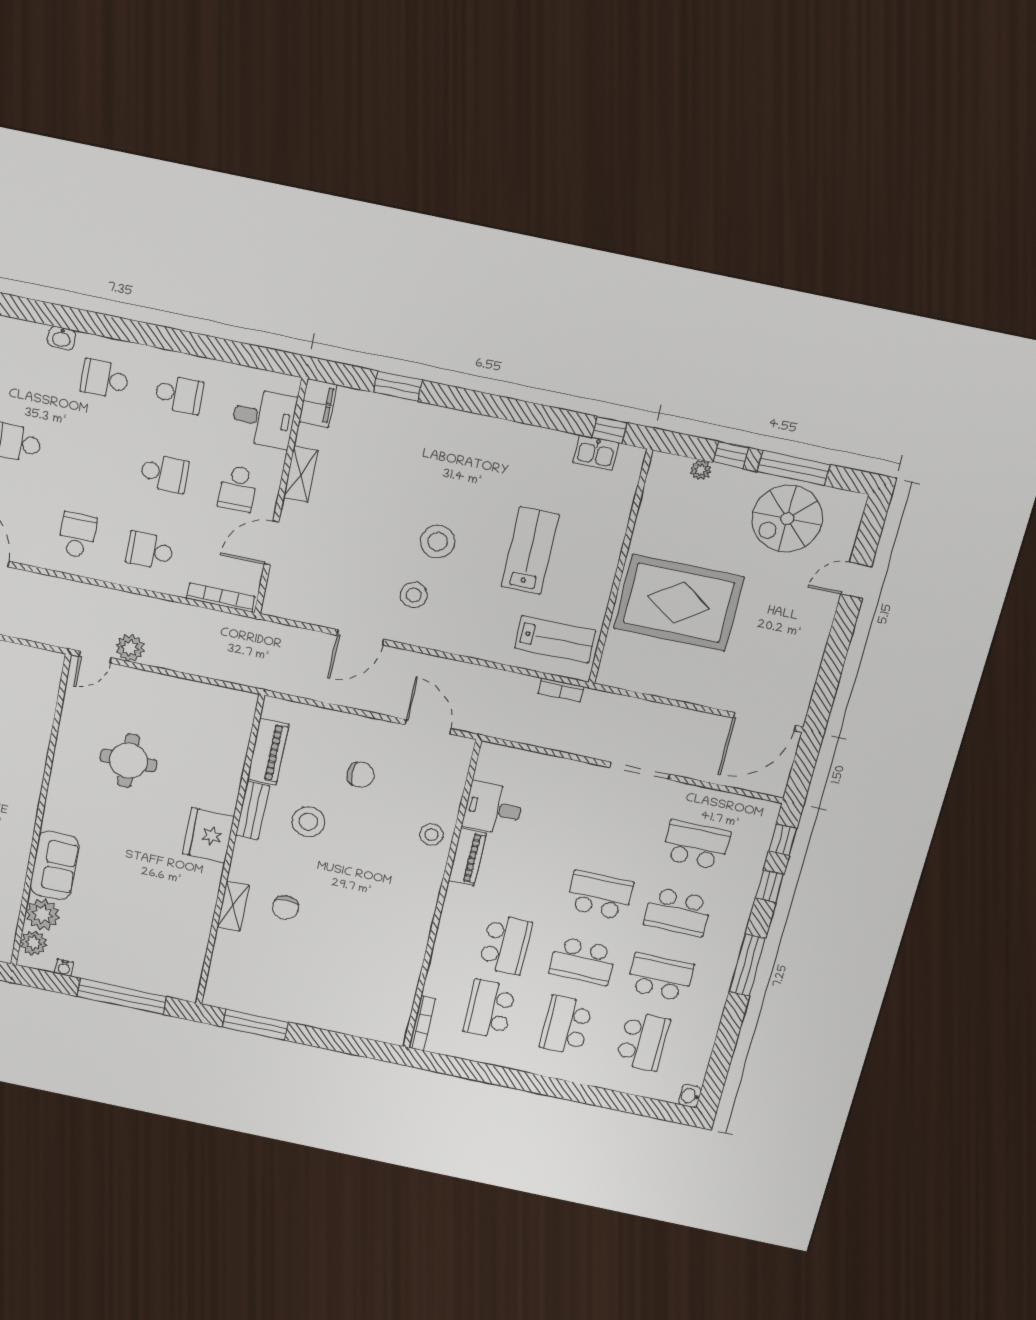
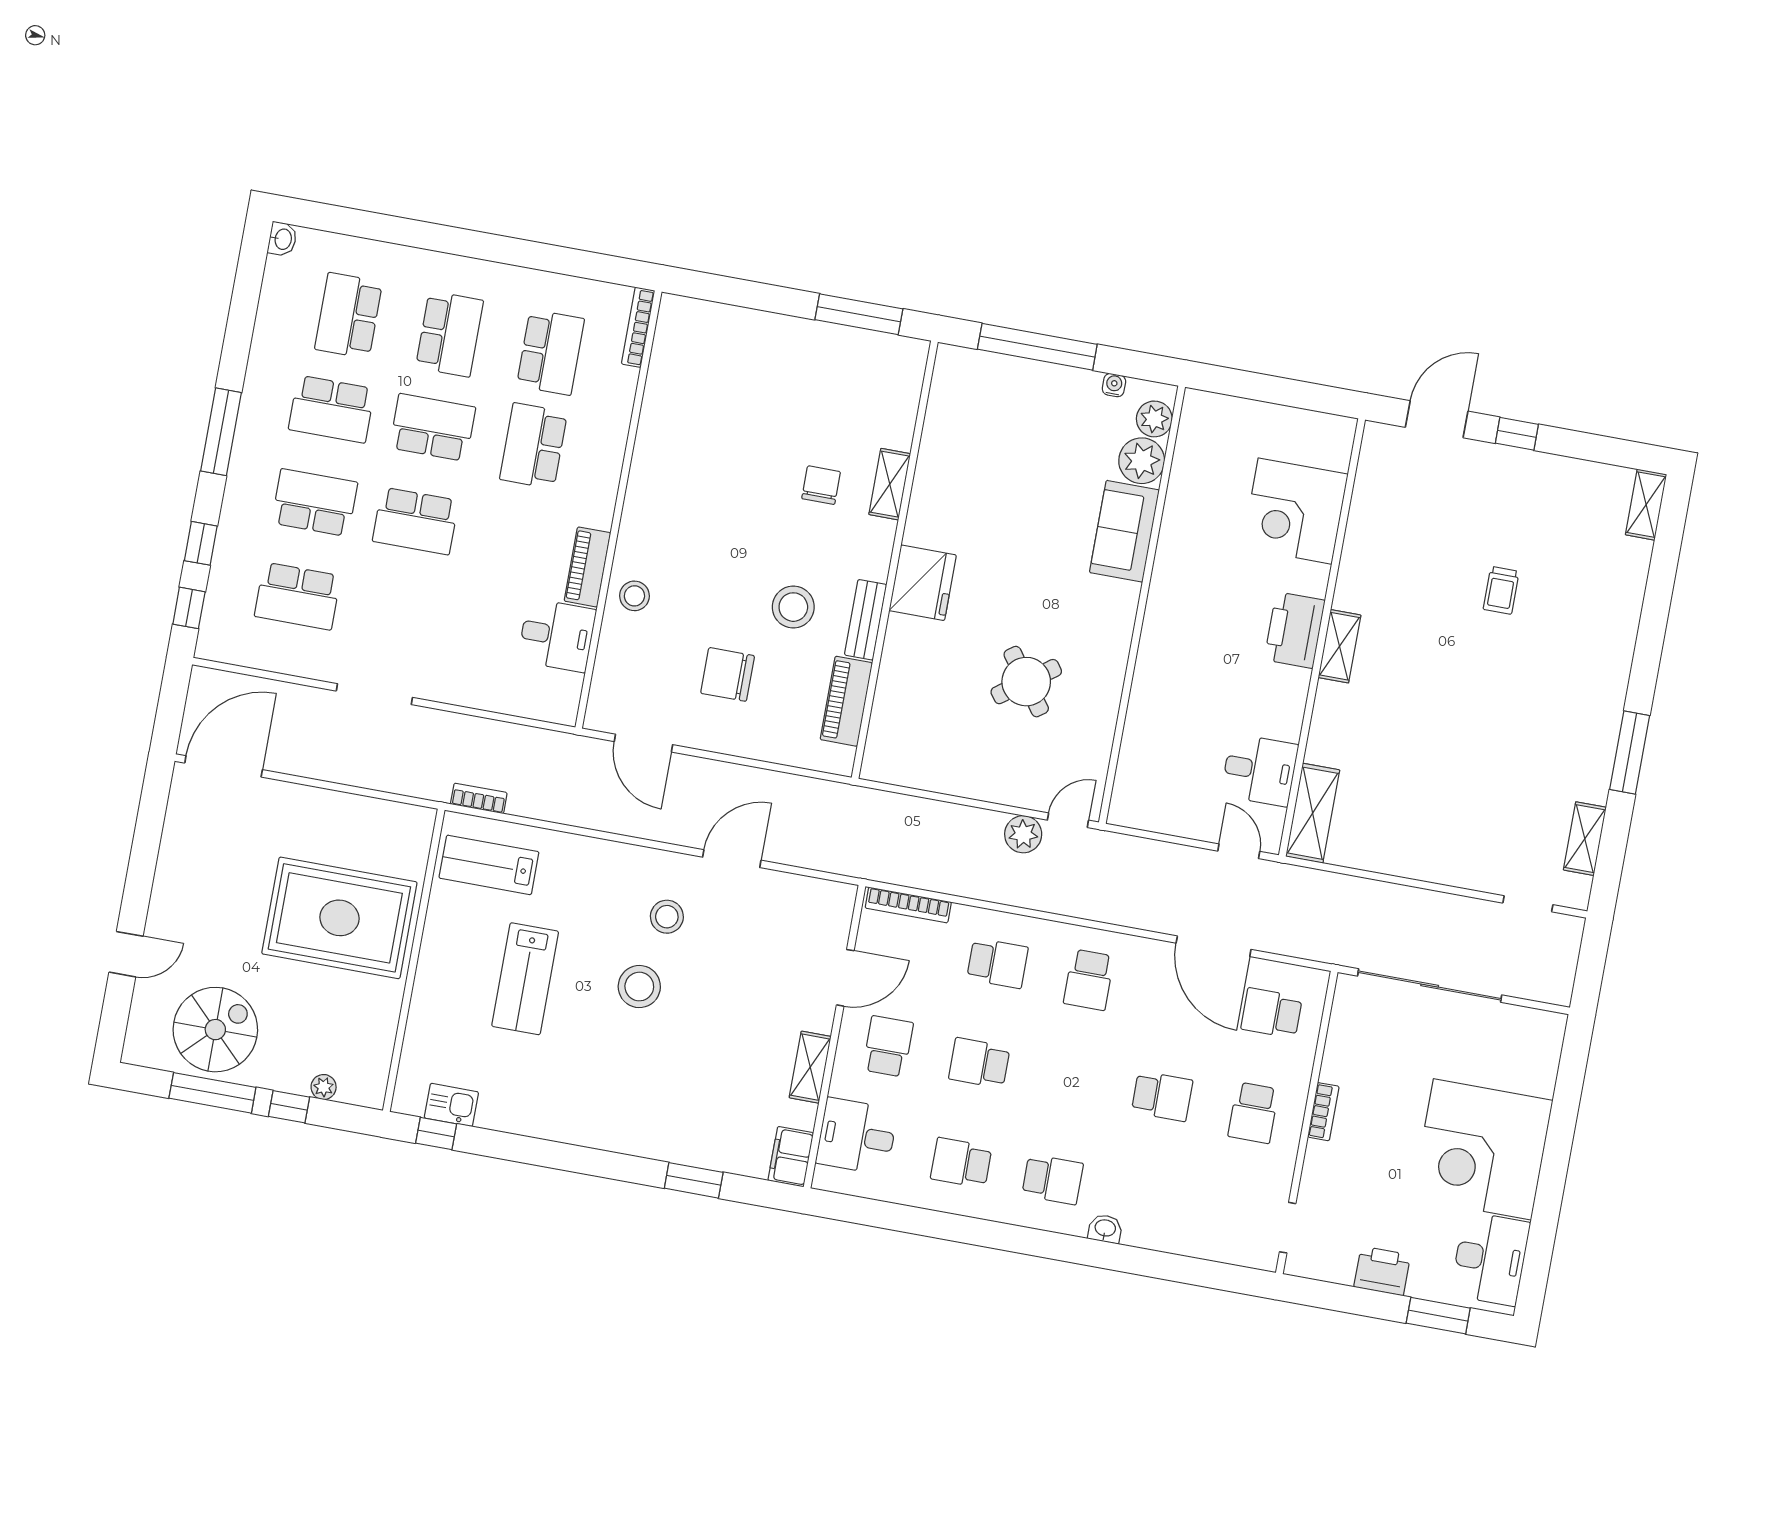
round table: (128, 761) -> (1026, 682), turned -36
chair: (360, 775) -> (728, 674), width x1.37, depth x1.37

